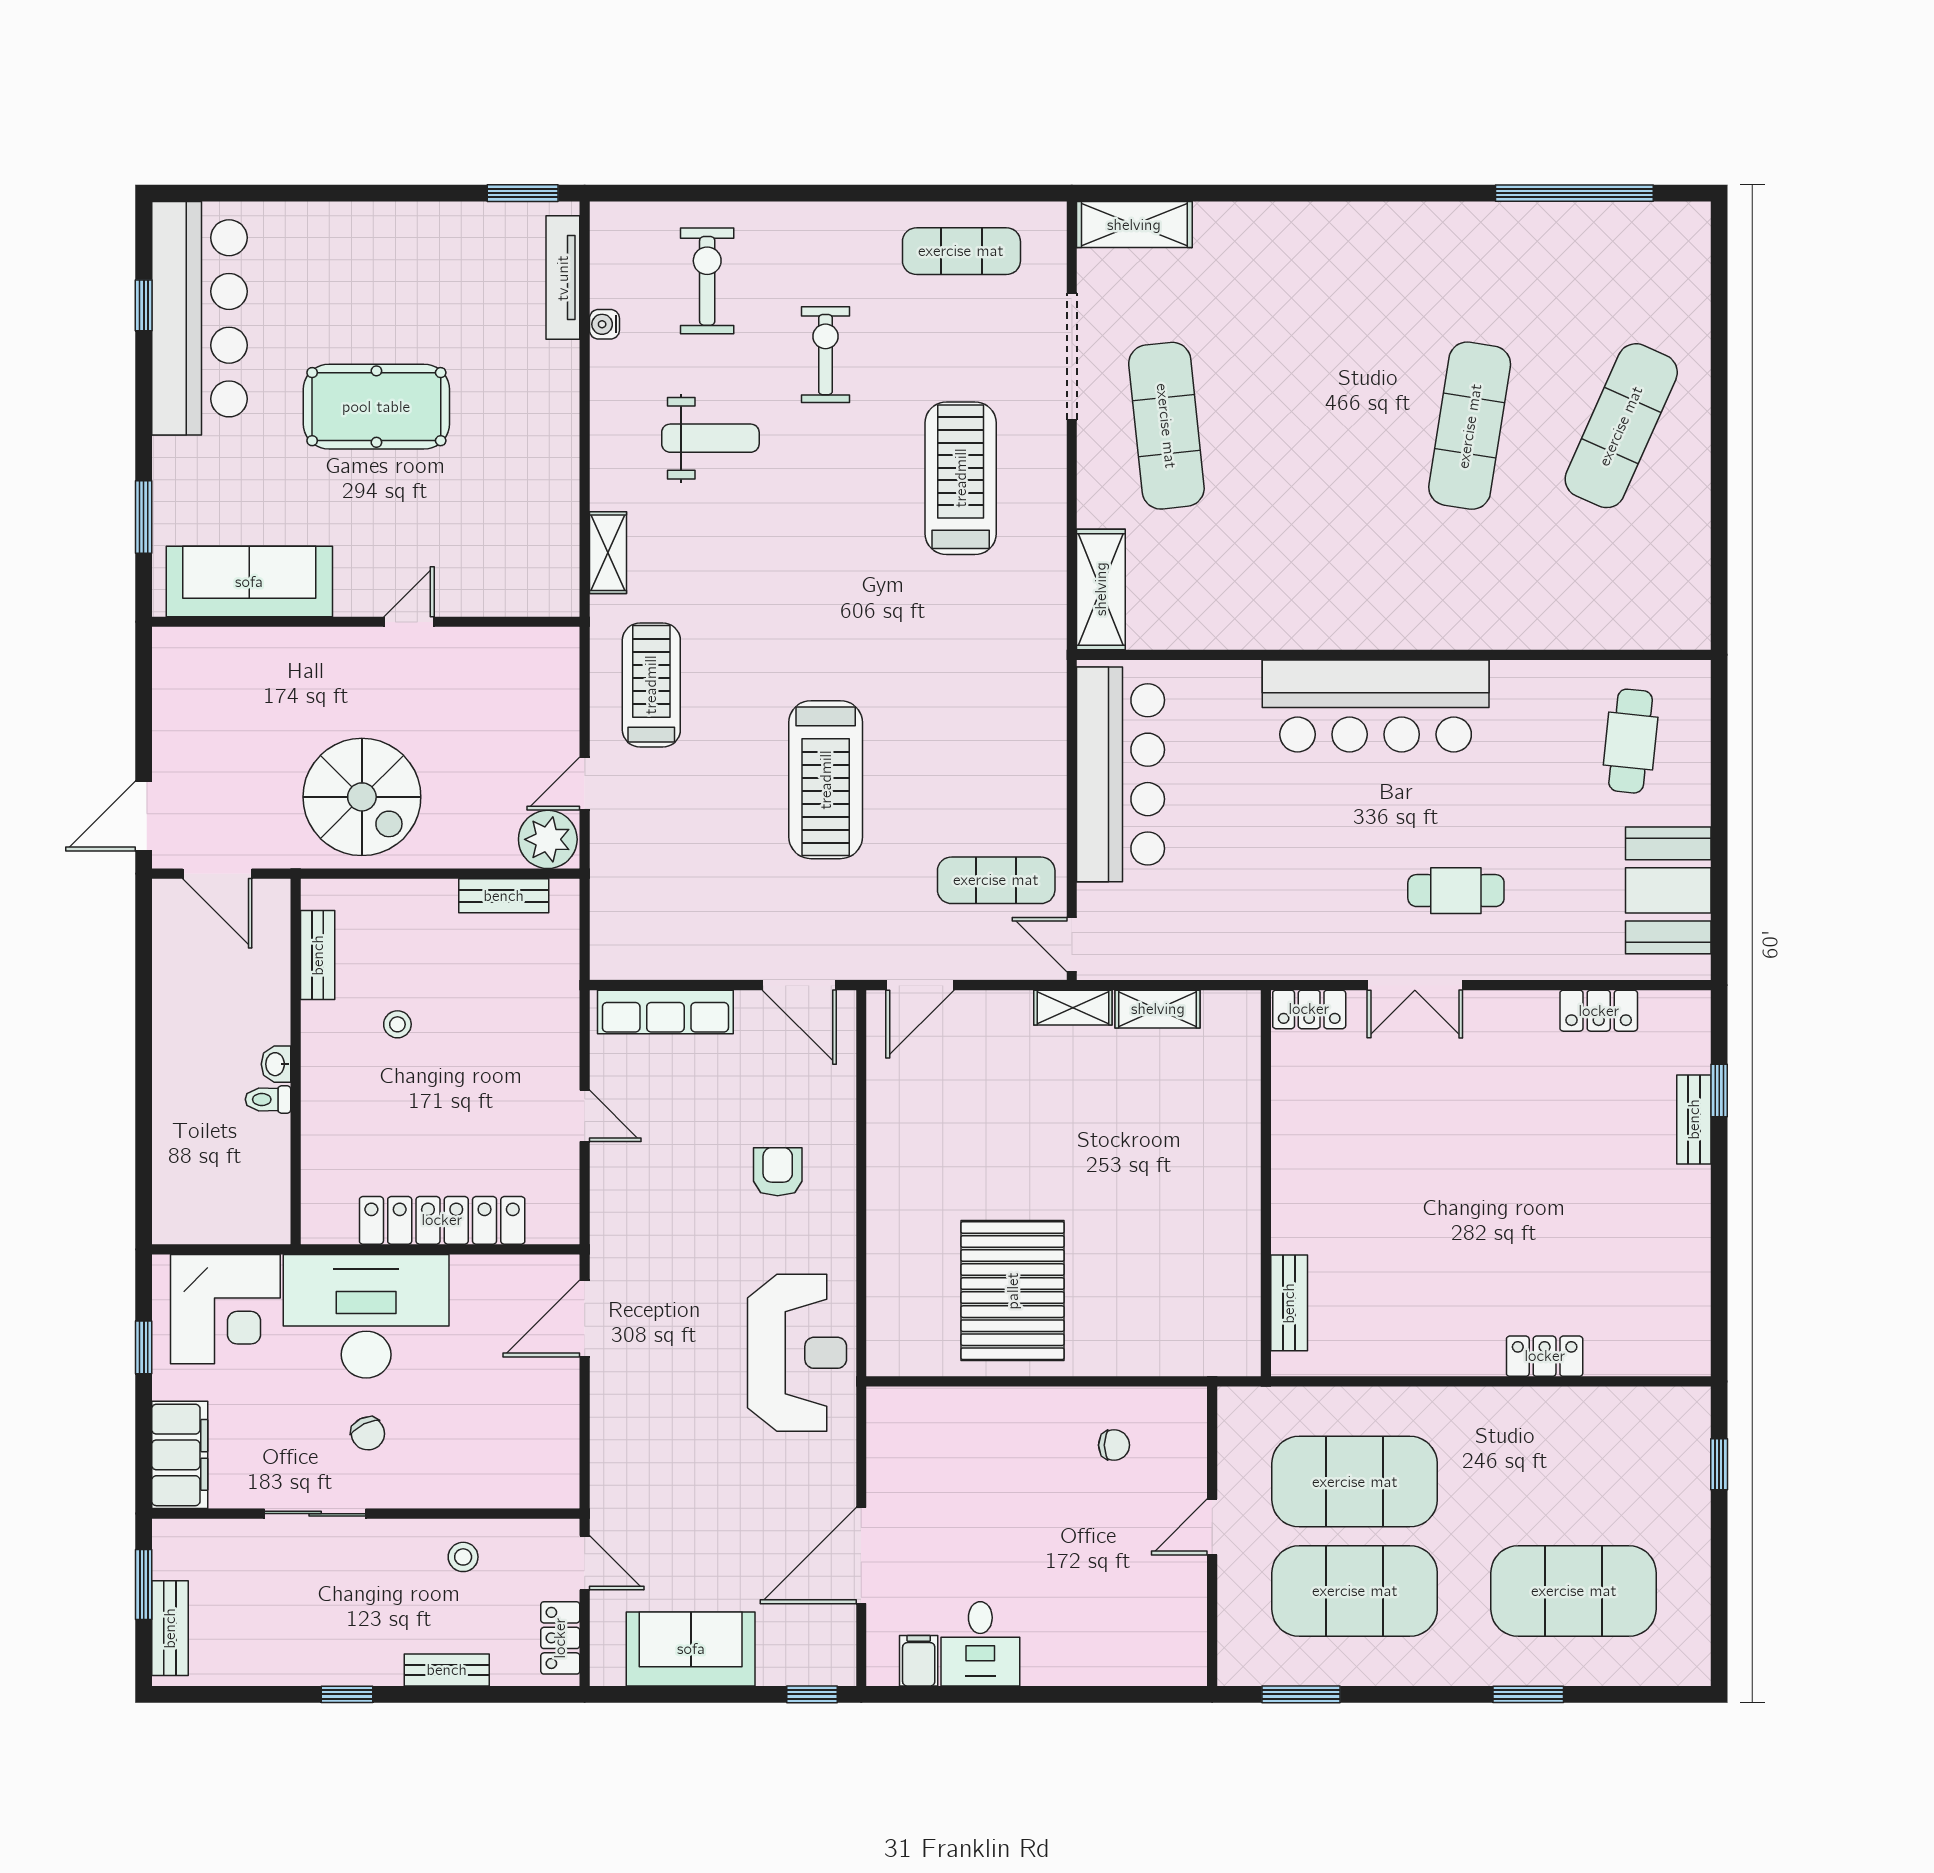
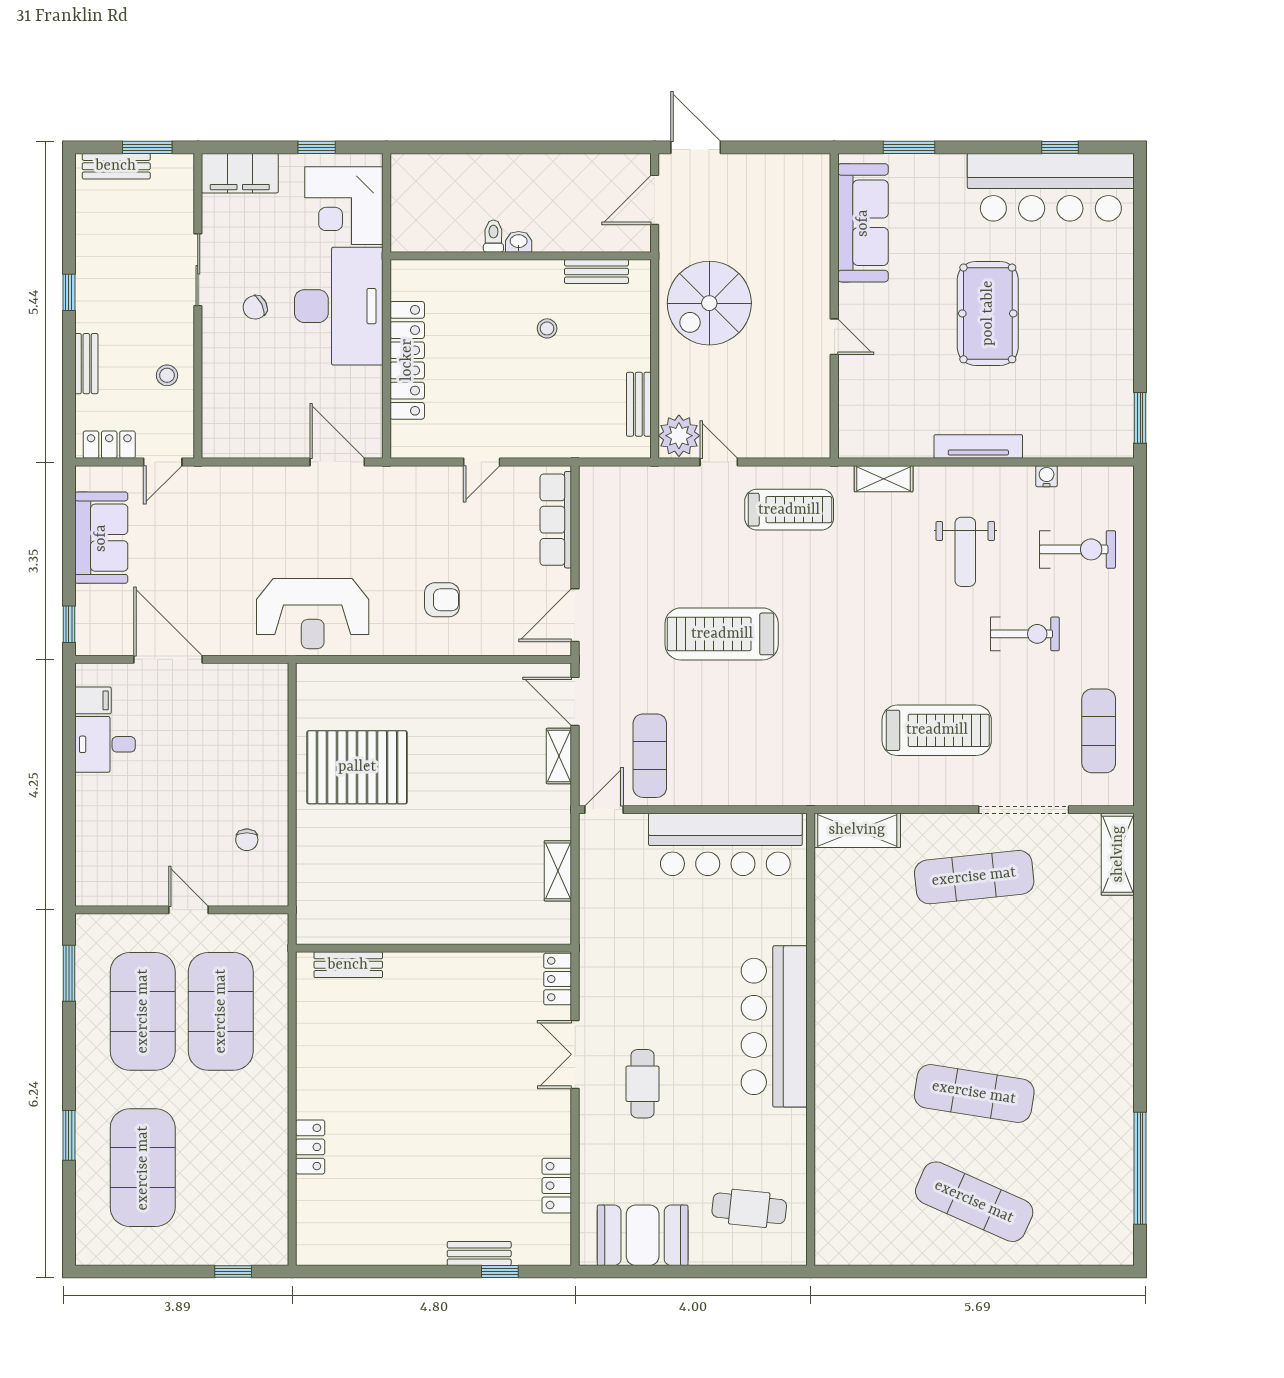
tv unit: (563, 278) -> (978, 447), moved
shelving: (1073, 1008) -> (559, 756), moved

